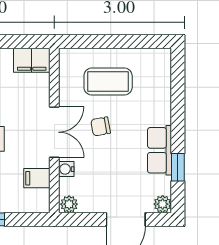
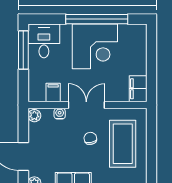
coffee table: (108, 82) -> (123, 144), width x1.36, depth x1.32
double door: (54, 132) -> (86, 105), swing flipped

